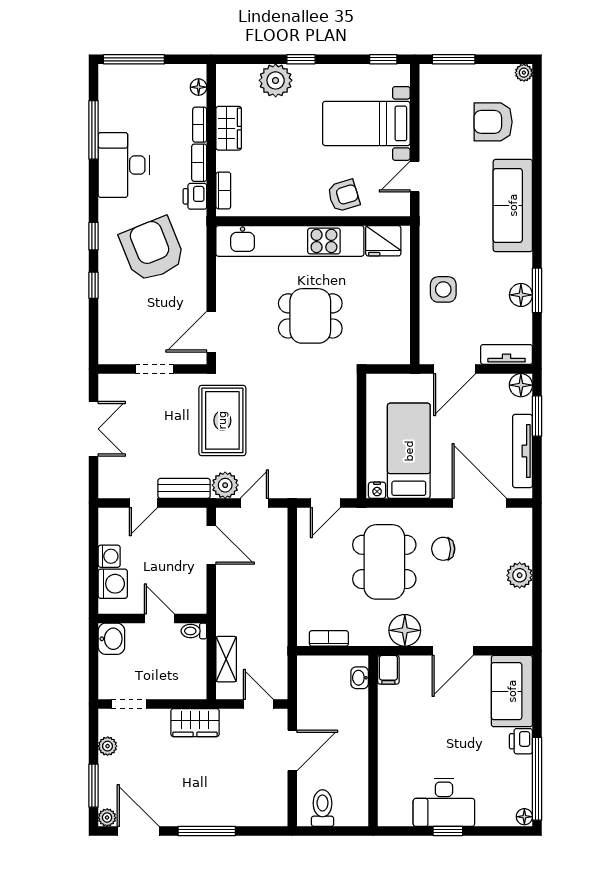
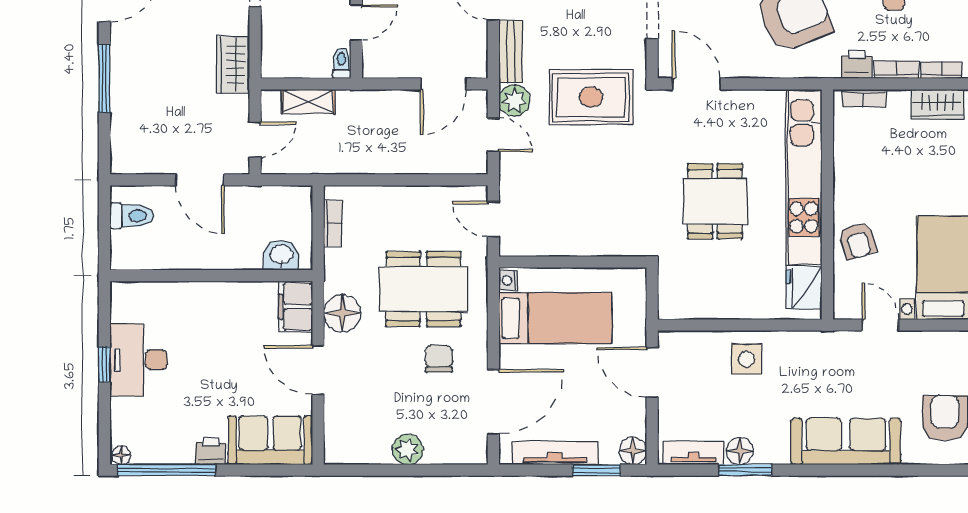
tv unit: (507, 354) -> (693, 453), moved, turned -90
filing cabinet: (388, 670) -> (296, 307), width x2.00
washbasin: (360, 678) -> (281, 255), width x1.38, depth x1.45

